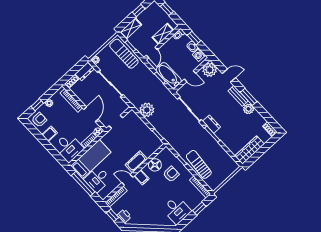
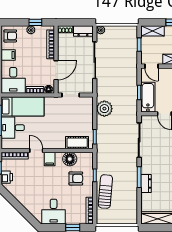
door: (152, 53) -> (151, 66), hinge flipped
sun lounger: (124, 54) -> (128, 46), removed
window: (37, 105) -> (35, 22), moved
dresser: (212, 124) -> (146, 183), moved
cot: (136, 162) -> (77, 143), moved

